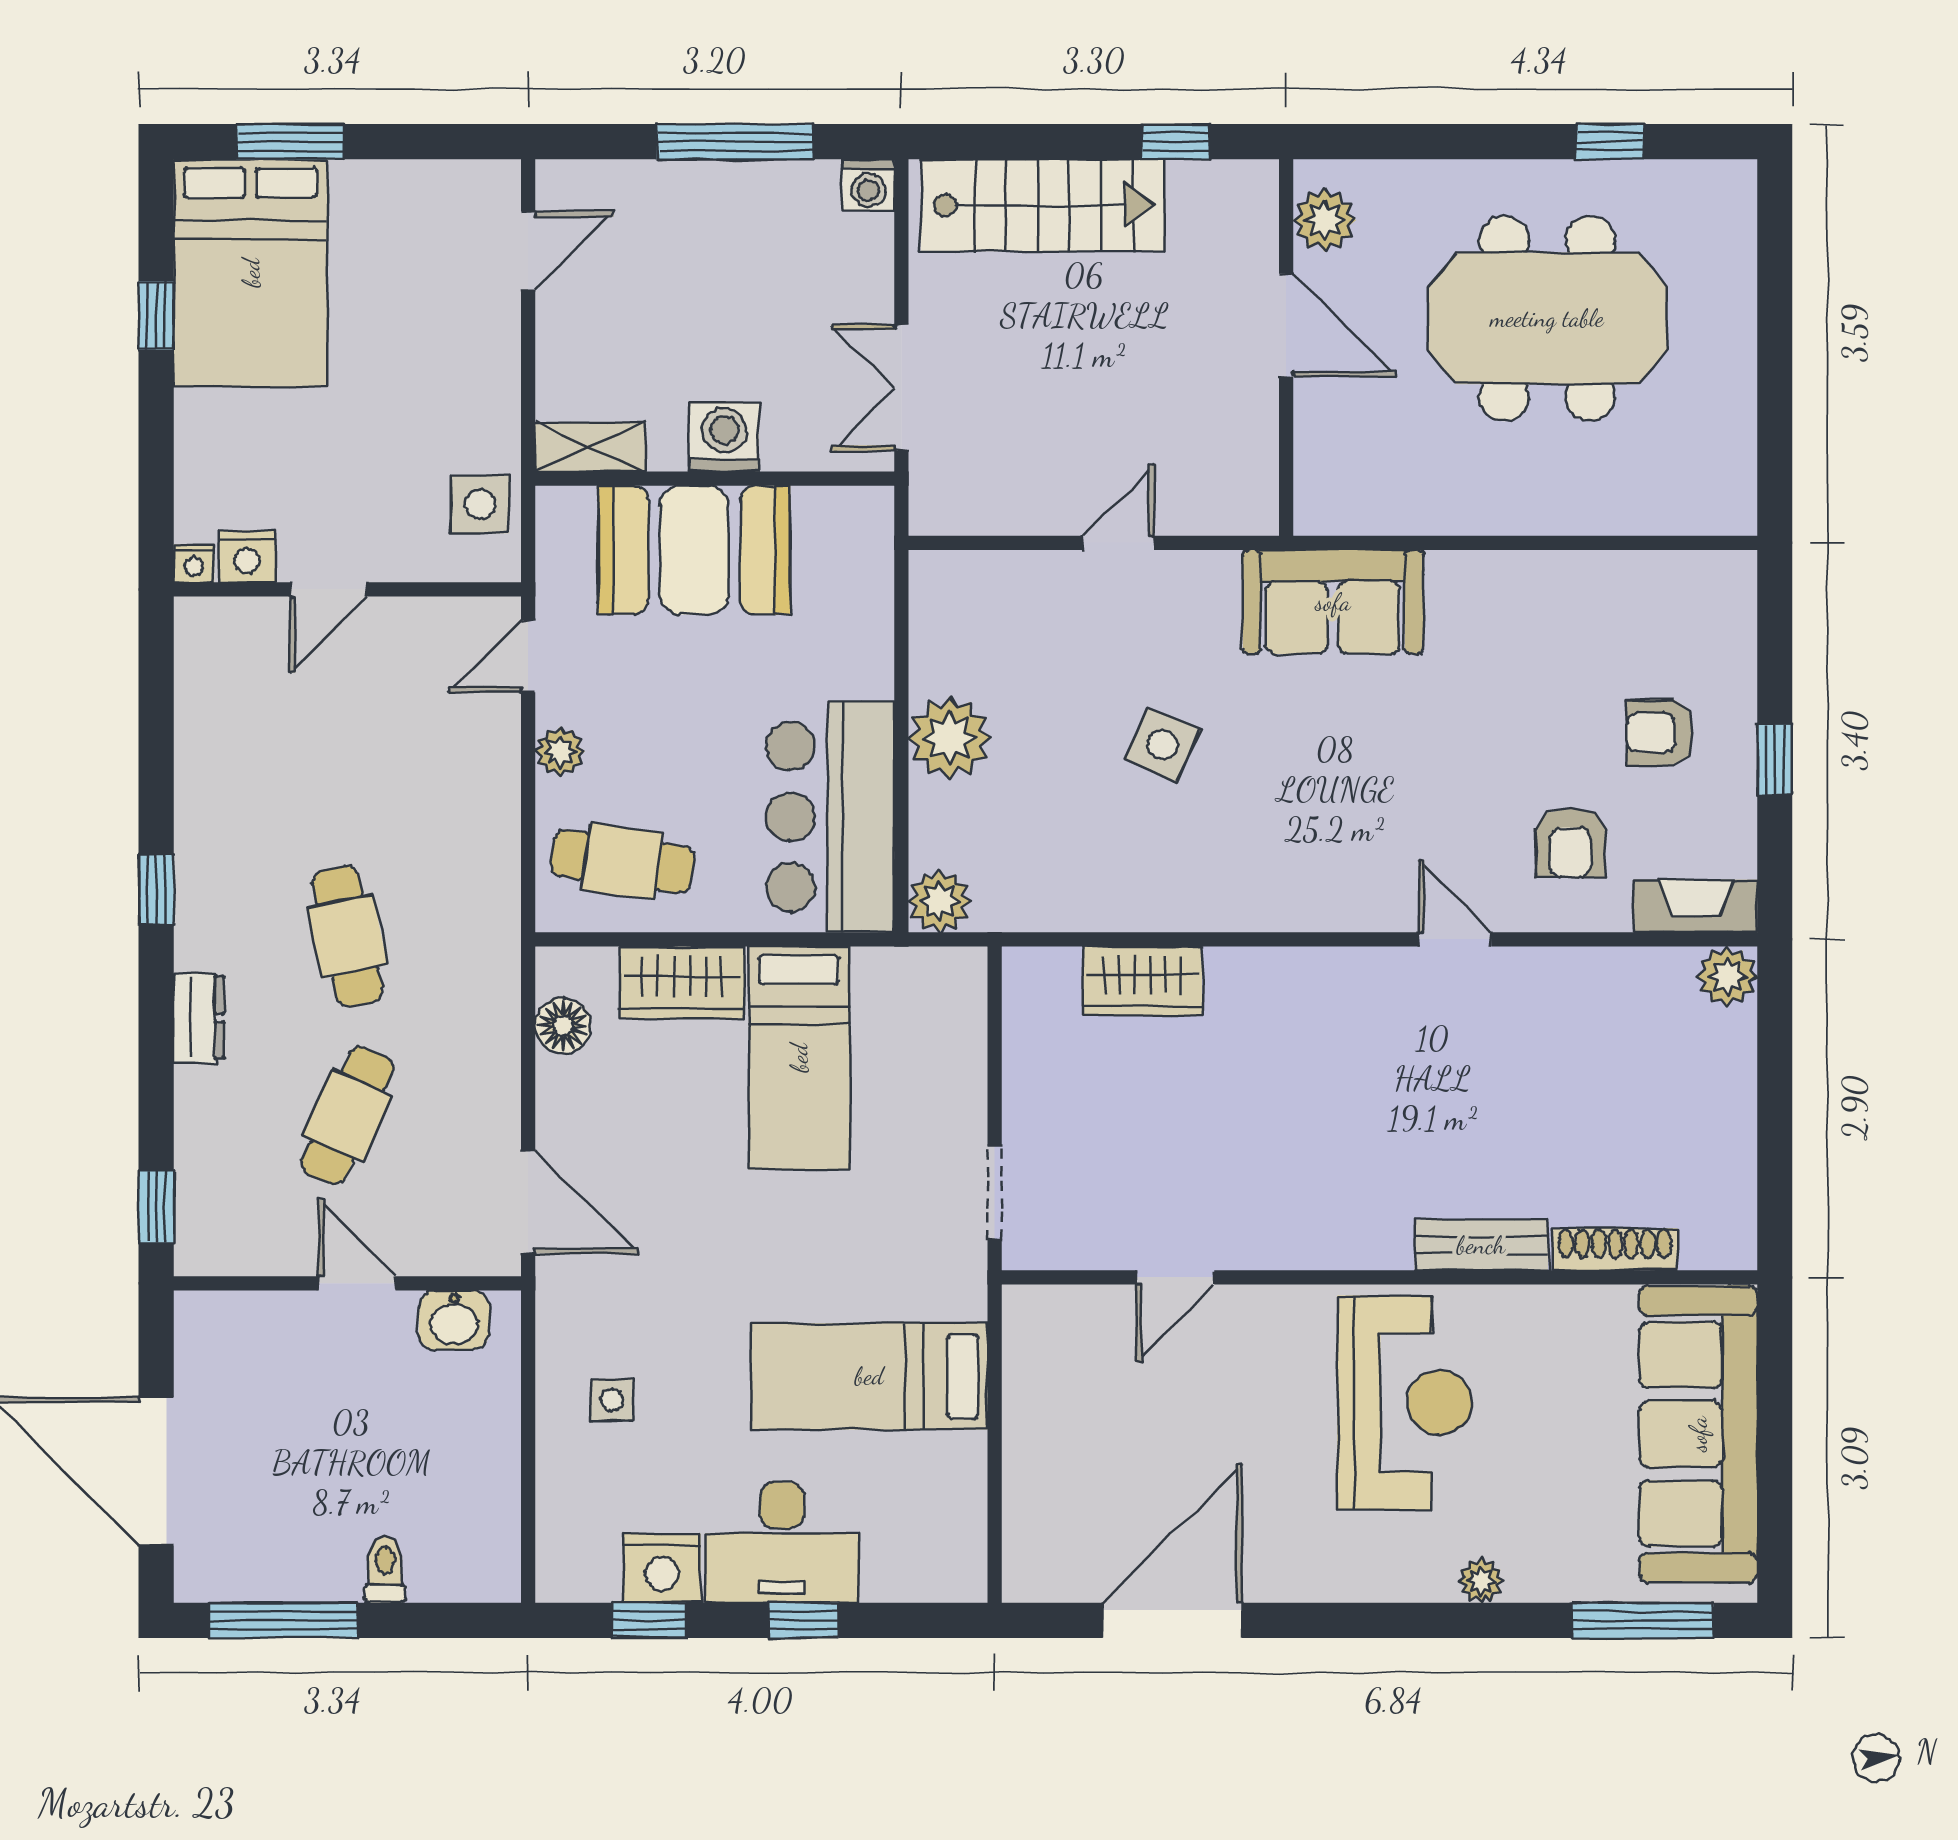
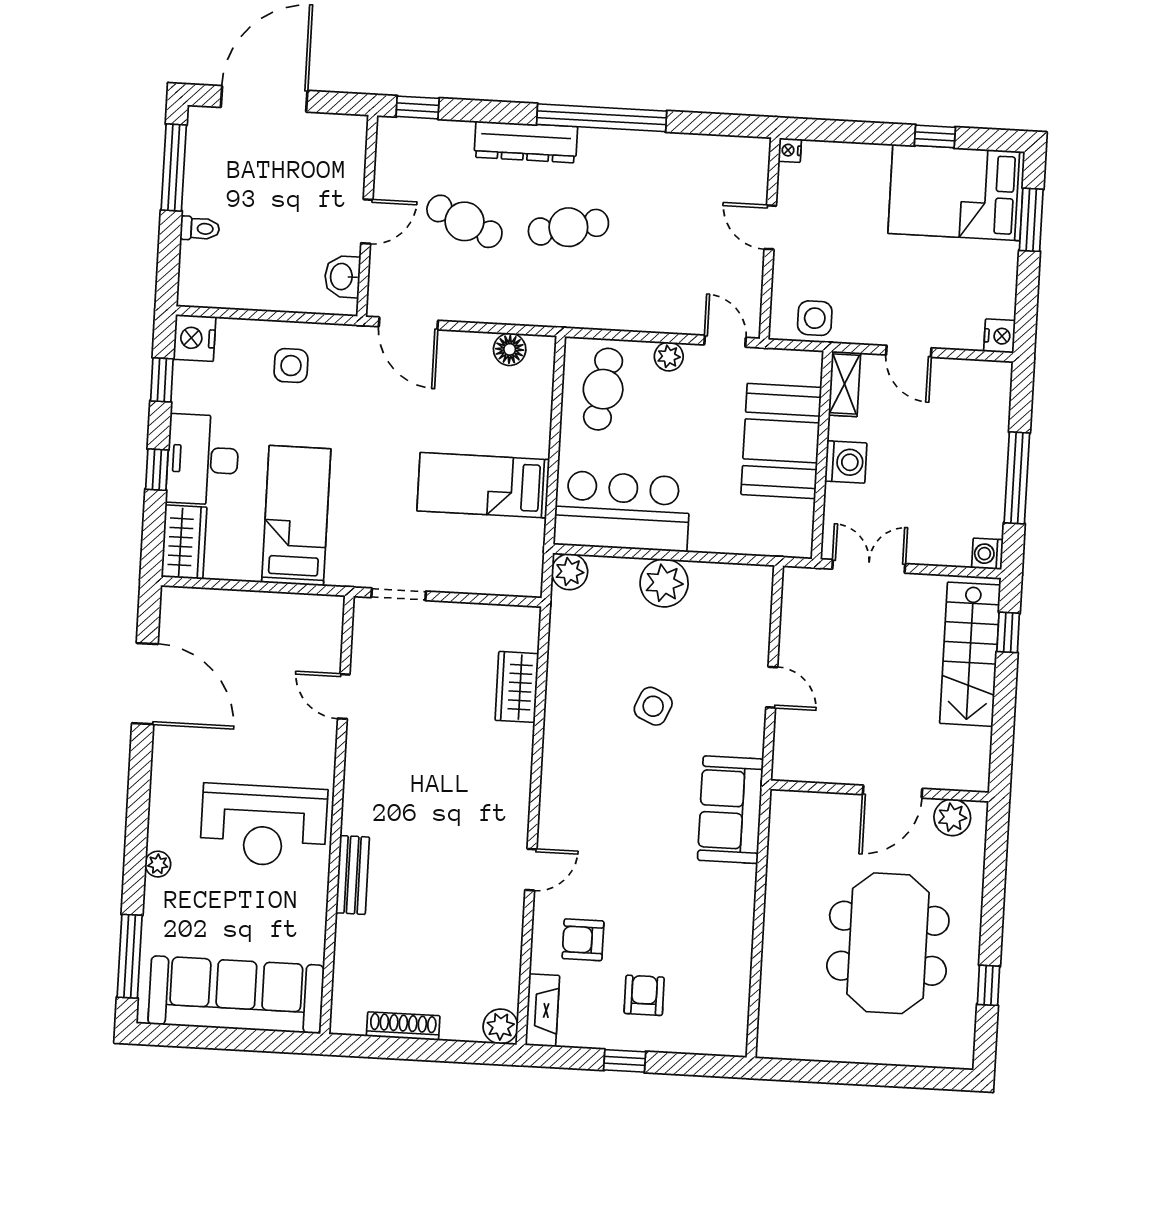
window: (1176, 142) -> (1008, 632), moved
door: (528, 251) -> (909, 351), moved
nightstand: (247, 557) -> (1000, 336), moved, turned 180
window: (156, 890) -> (602, 118), width x3.17
wardrobe: (682, 982) -> (184, 542), moved, turned 180
dresser: (199, 1018) -> (526, 142), width x1.96, depth x1.24
door: (528, 1202) -> (408, 323), hinge flipped
shoe rack: (1615, 1249) -> (403, 1026), moved, turned -90
side table: (612, 1400) -> (291, 366), width x1.37, depth x1.37
nightstand: (662, 1568) -> (195, 338), moved

